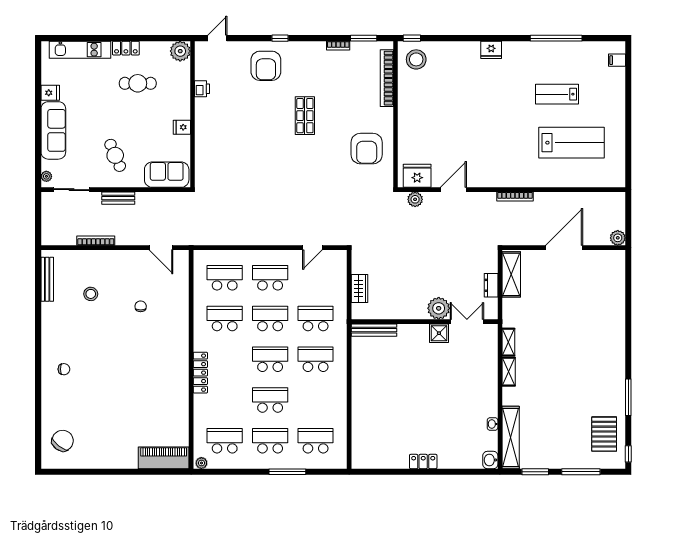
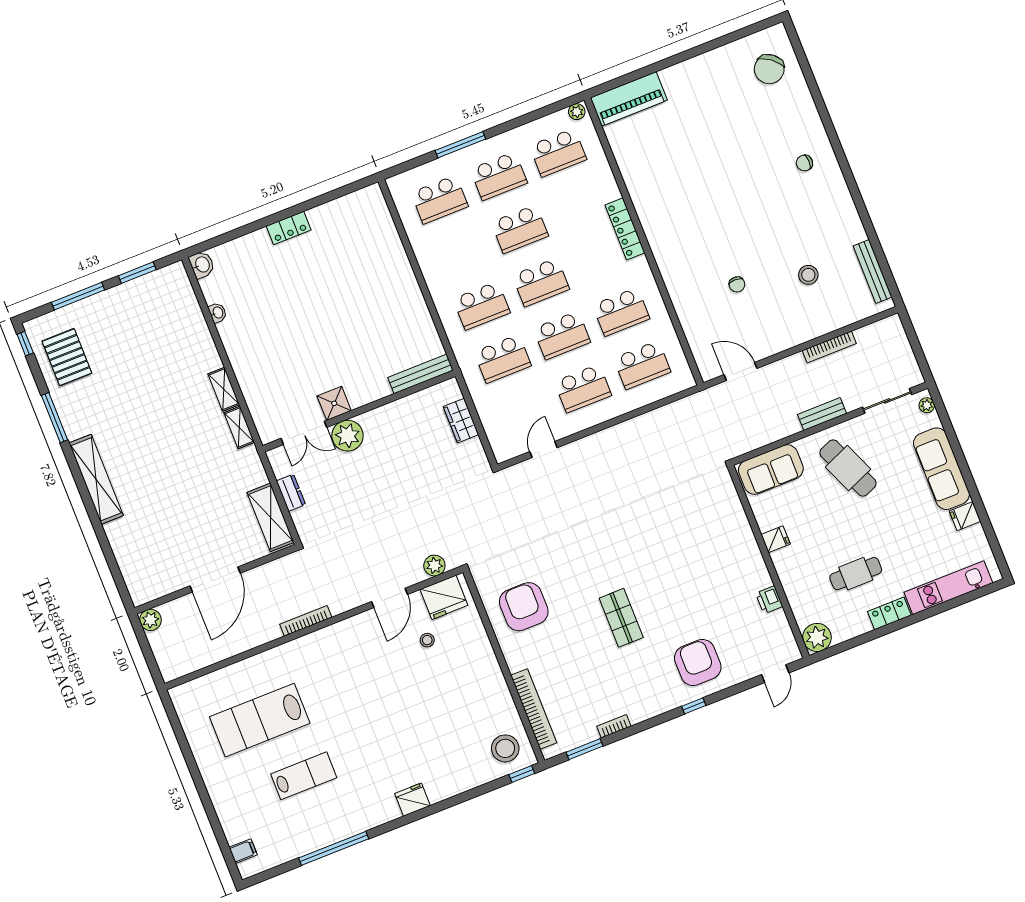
stool: (439, 152) -> (427, 640), added
cafe table: (115, 155) -> (848, 468), width x1.37, depth x1.35
shelving: (511, 437) -> (96, 479), moved

